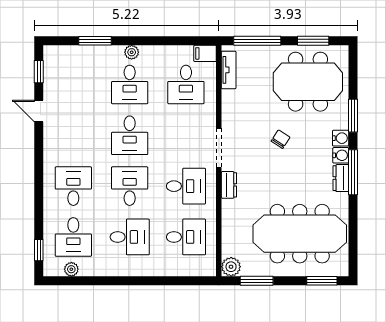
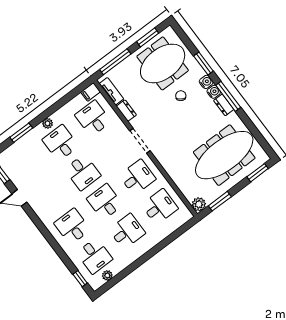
desk: (130, 84) -> (60, 143), turned 180
desk: (186, 84) -> (93, 118), turned 180
chair: (281, 139) -> (181, 96), moved
dresser: (229, 185) -> (126, 111), moved

